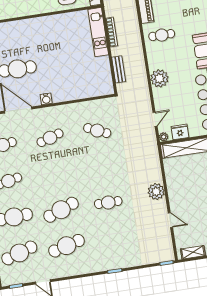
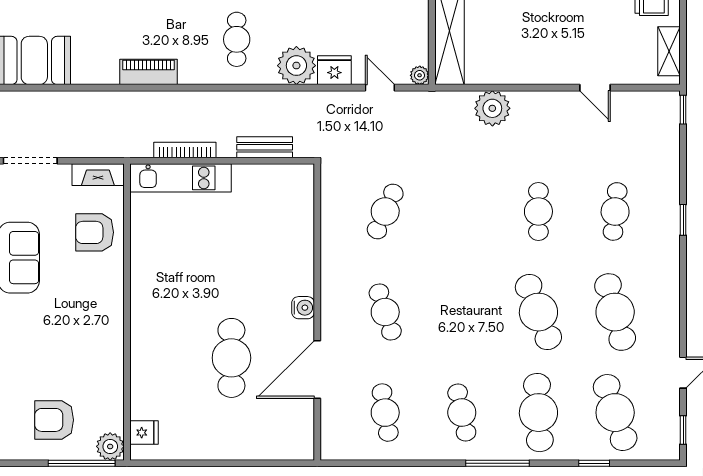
cafe table: (162, 35) -> (237, 39), moved
fridge: (180, 132) -> (334, 70), moved, turned 90
plant: (156, 192) -> (492, 108), moved
door: (170, 220) -> (595, 88), swing flipped
cafe table: (114, 238) -> (615, 211), added

